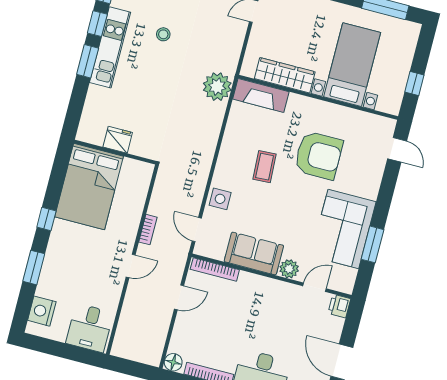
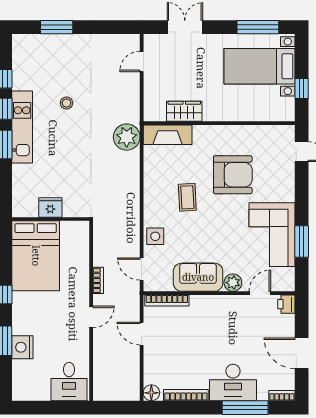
bed with nightstands: (352, 65) -> (260, 66), moved, turned -90
wardrobe: (285, 75) -> (184, 111), width x0.67
door: (179, 297) -> (142, 334), swing flipped
nightstand: (42, 311) -> (22, 347), moved

